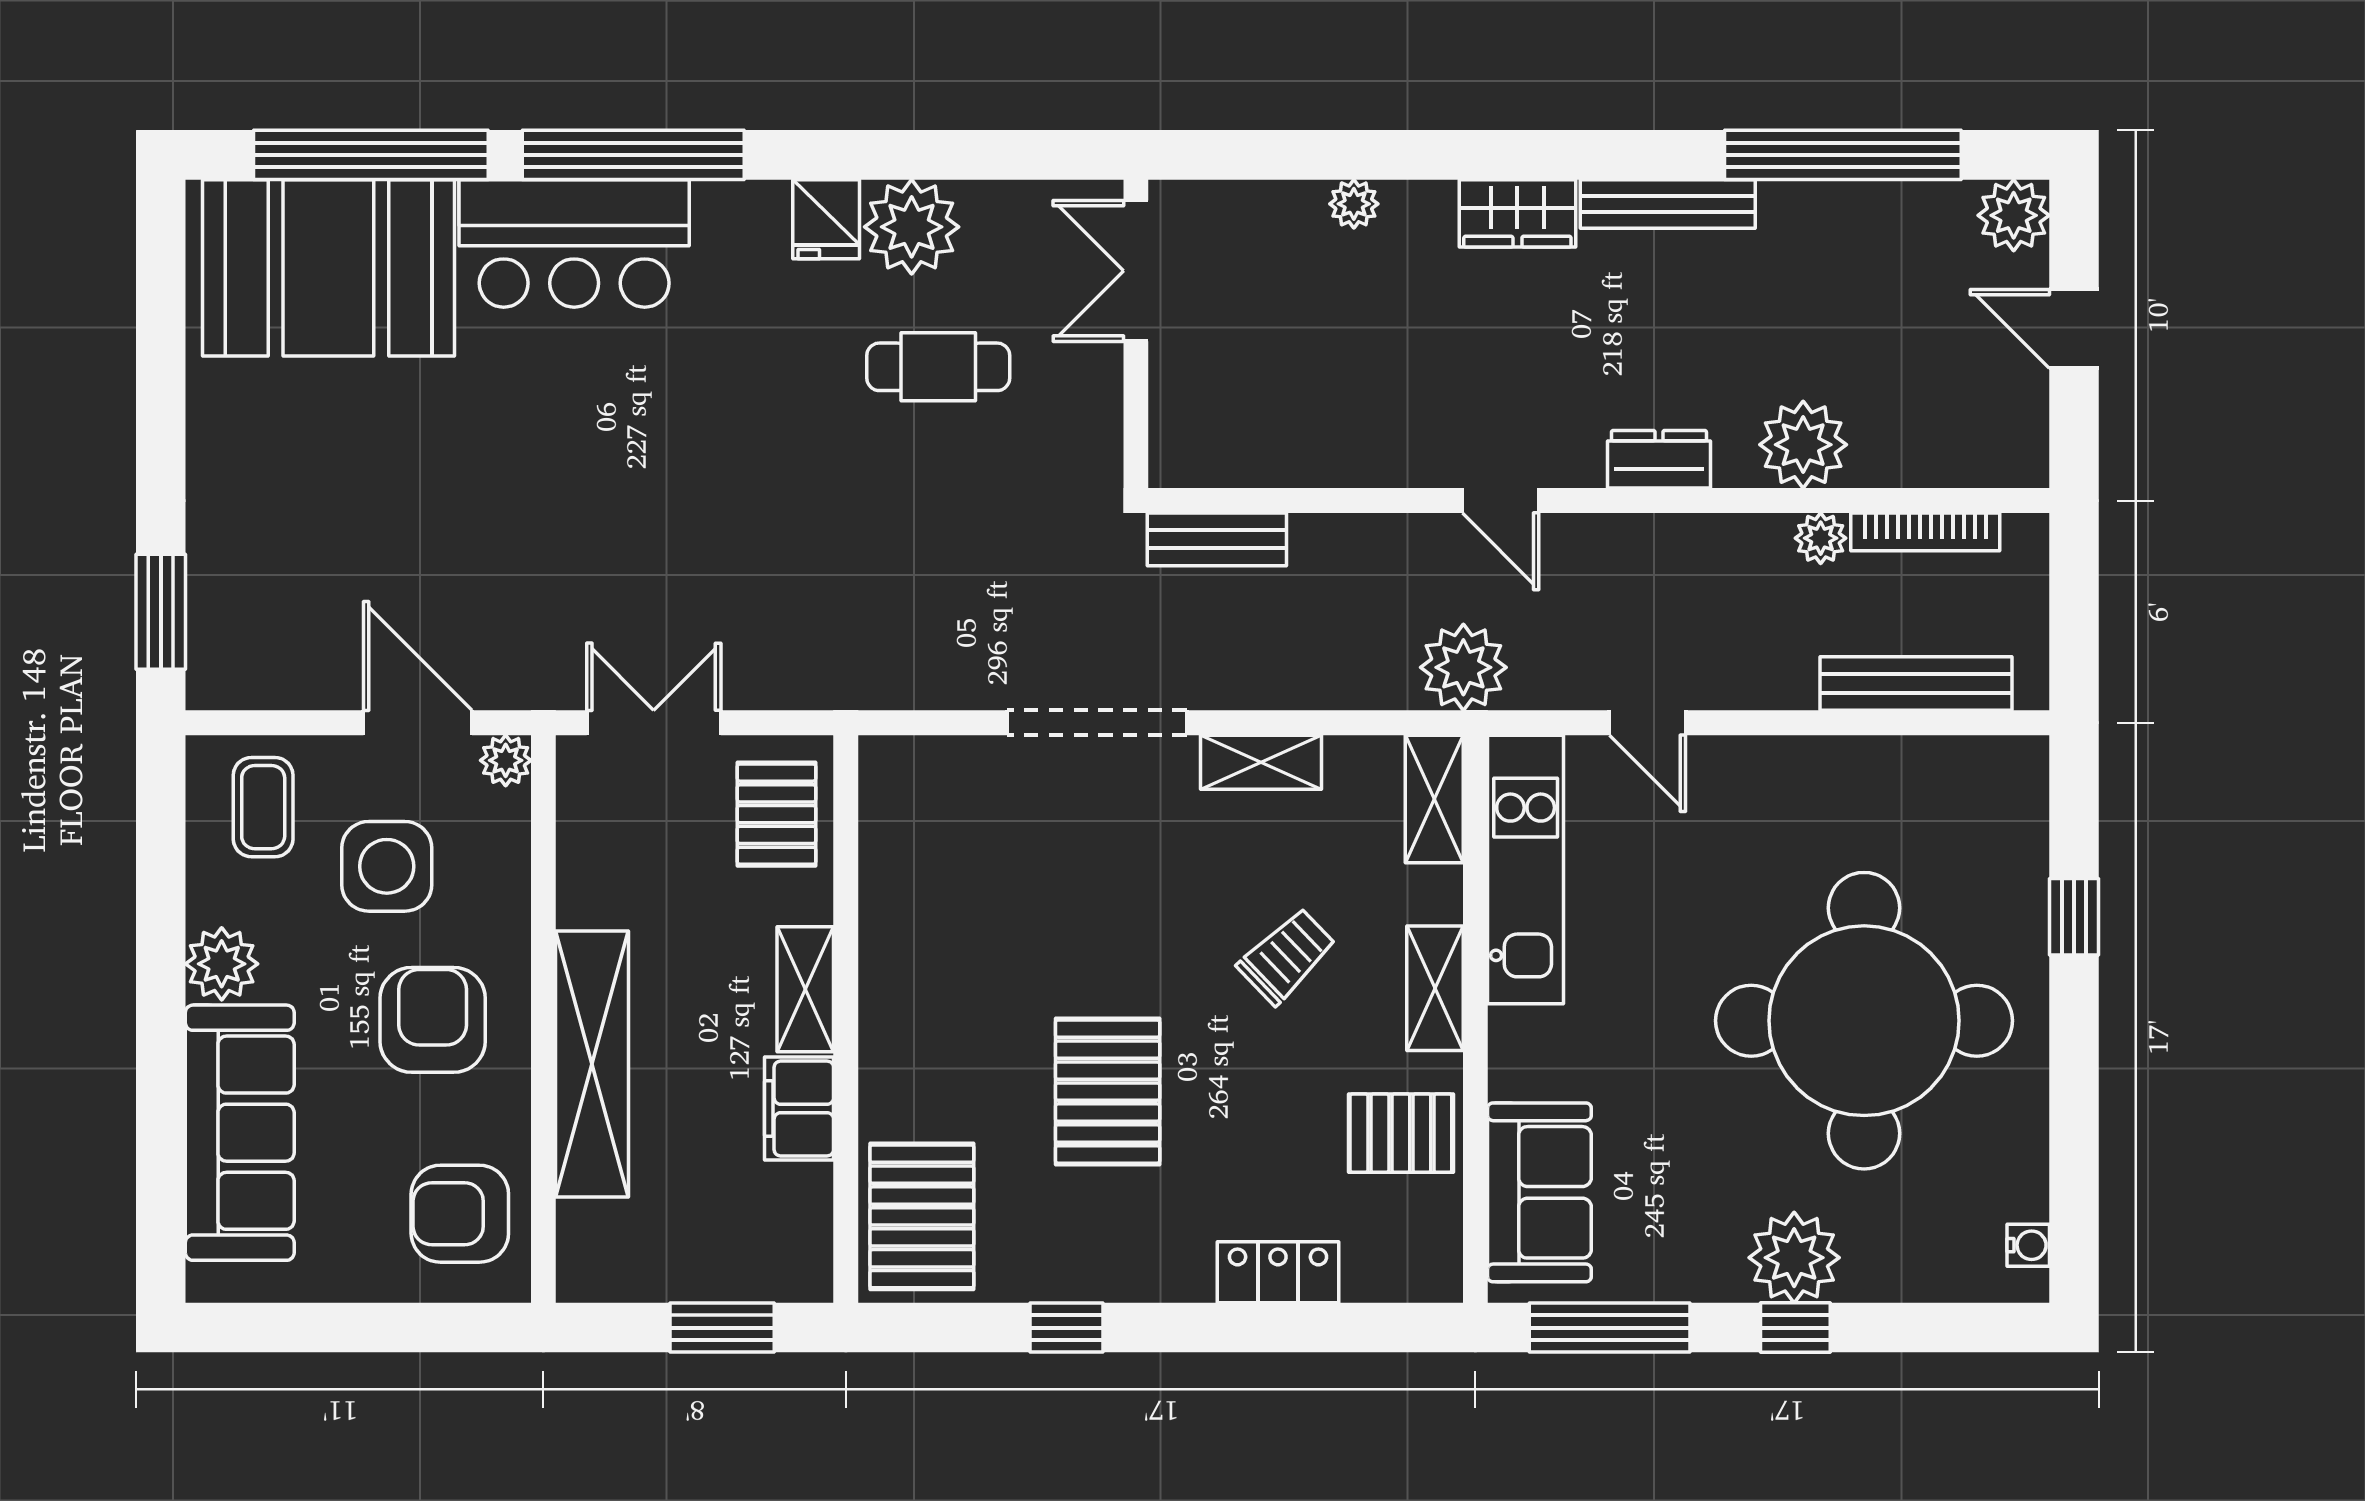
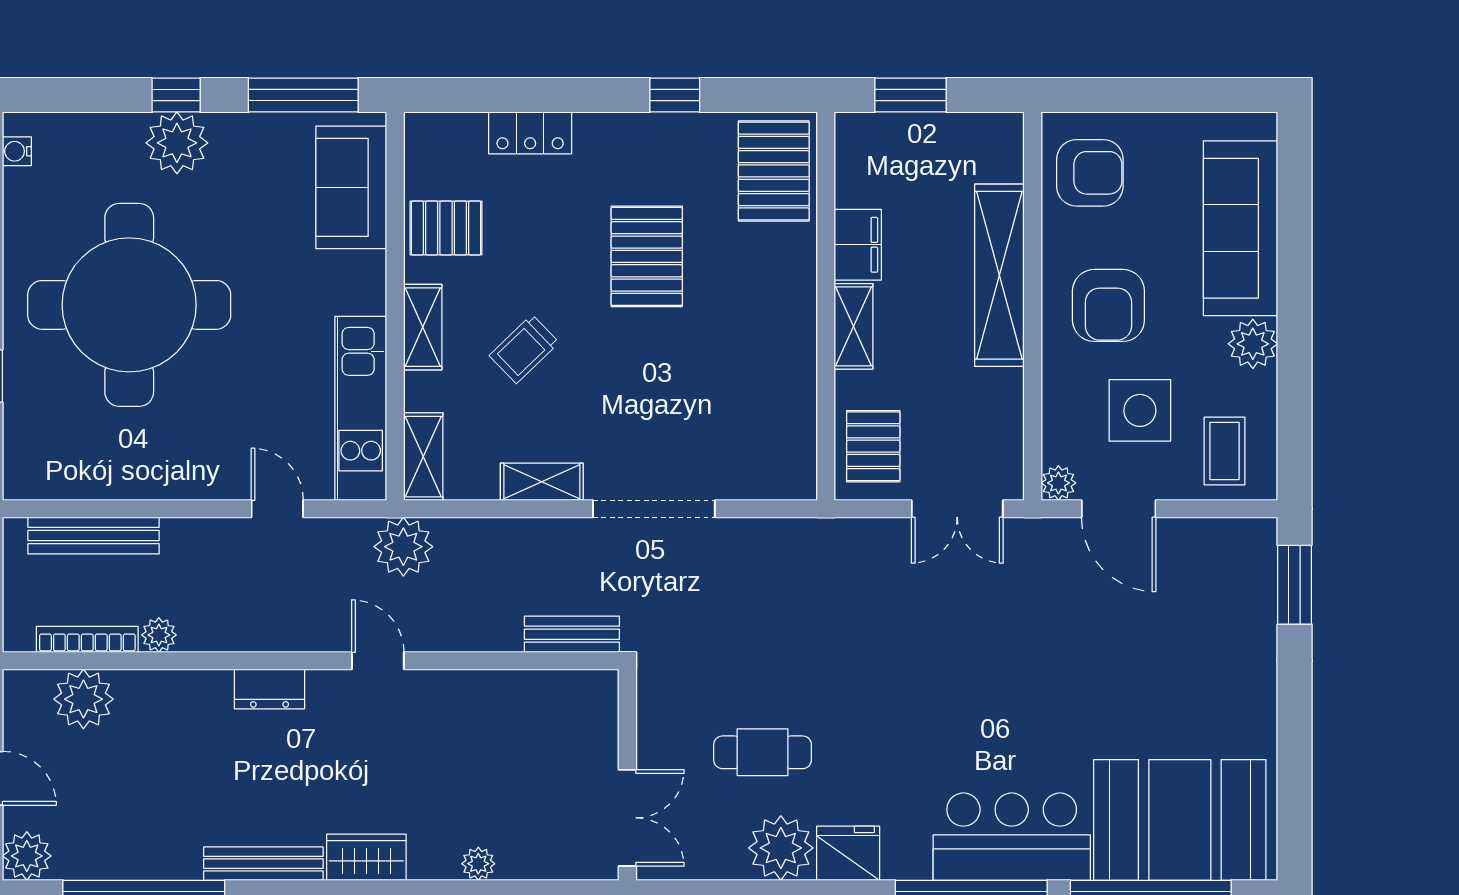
fridge: (826, 219) -> (848, 853), width x1.38
plant: (1803, 445) -> (83, 699), moved

